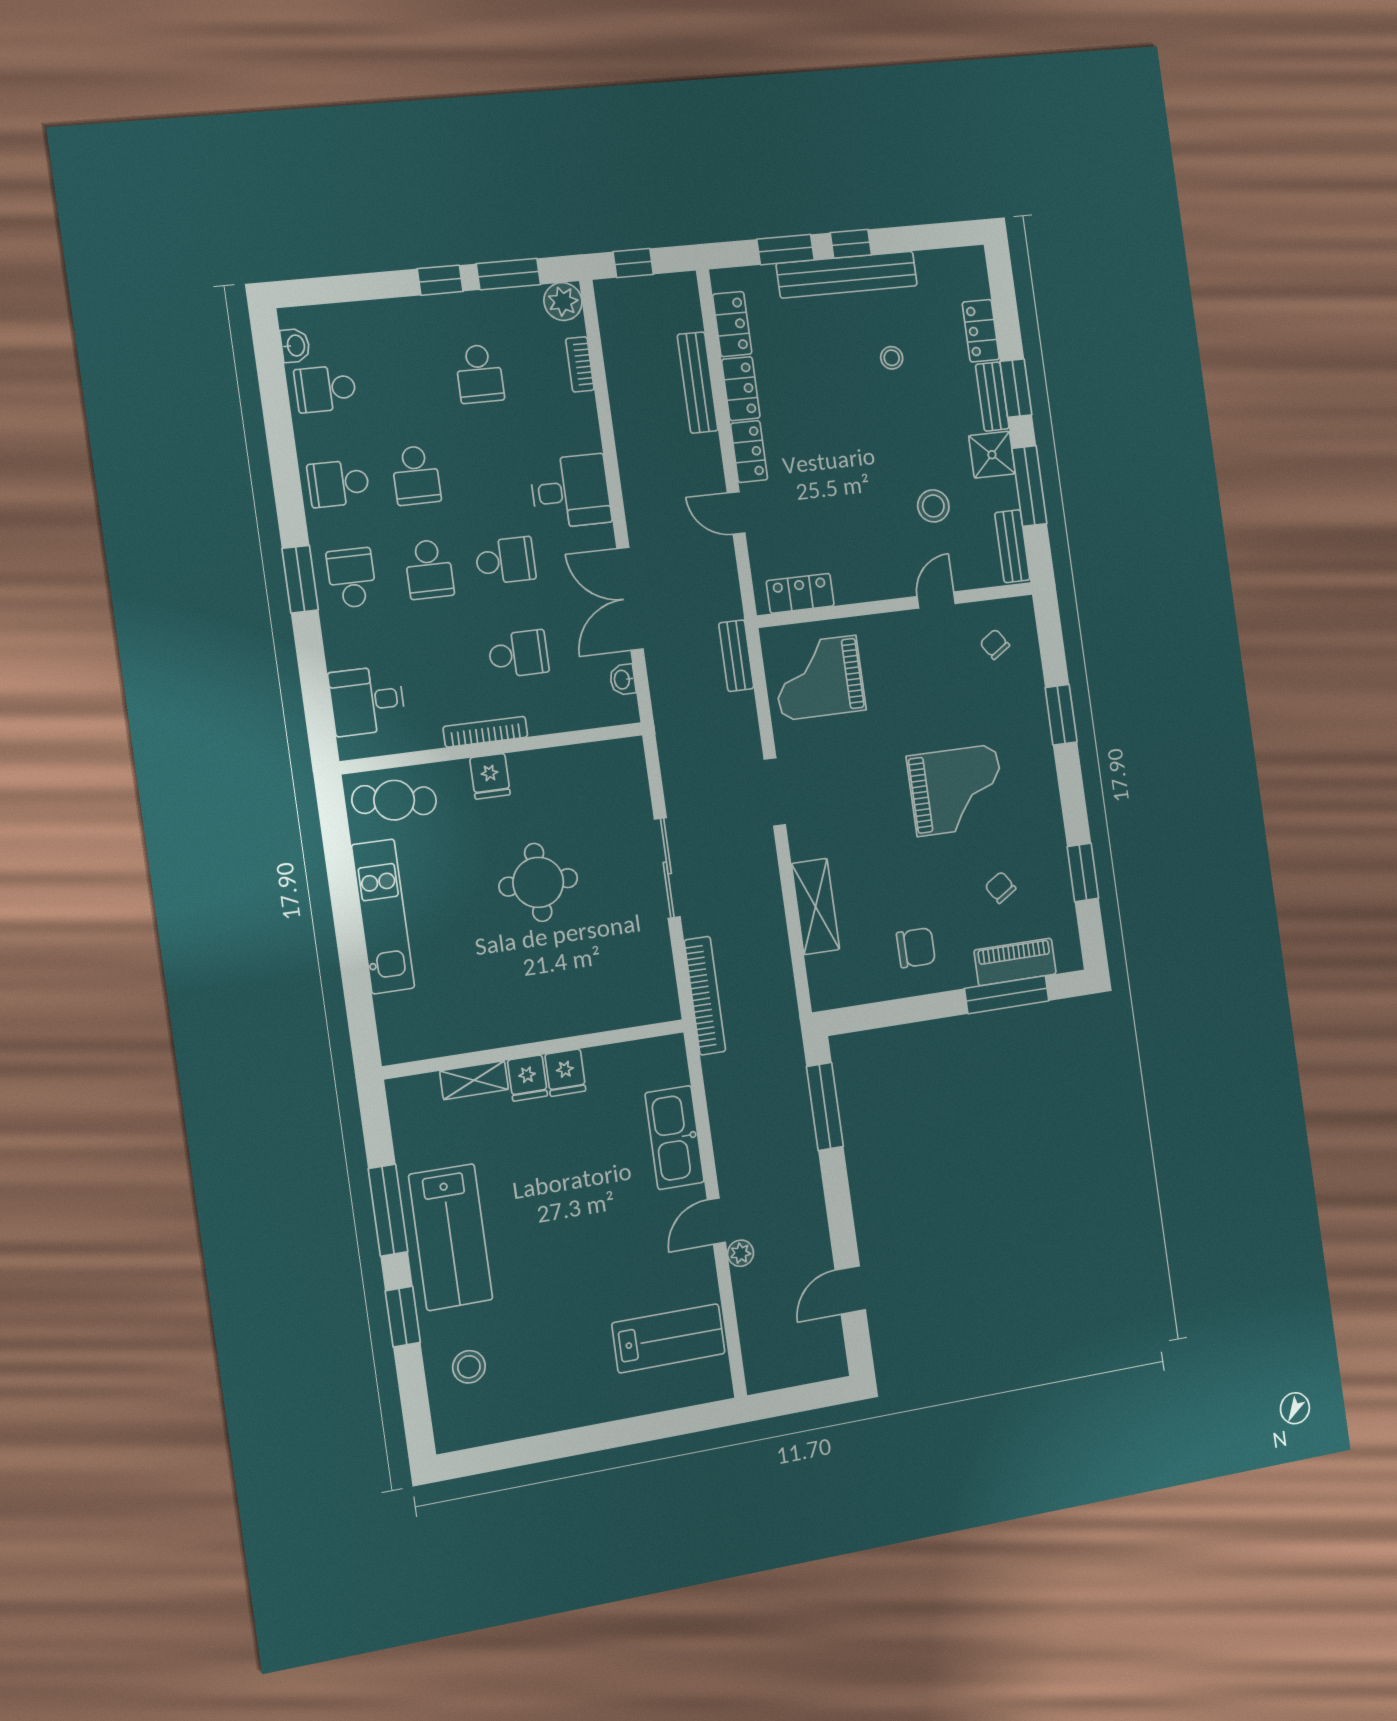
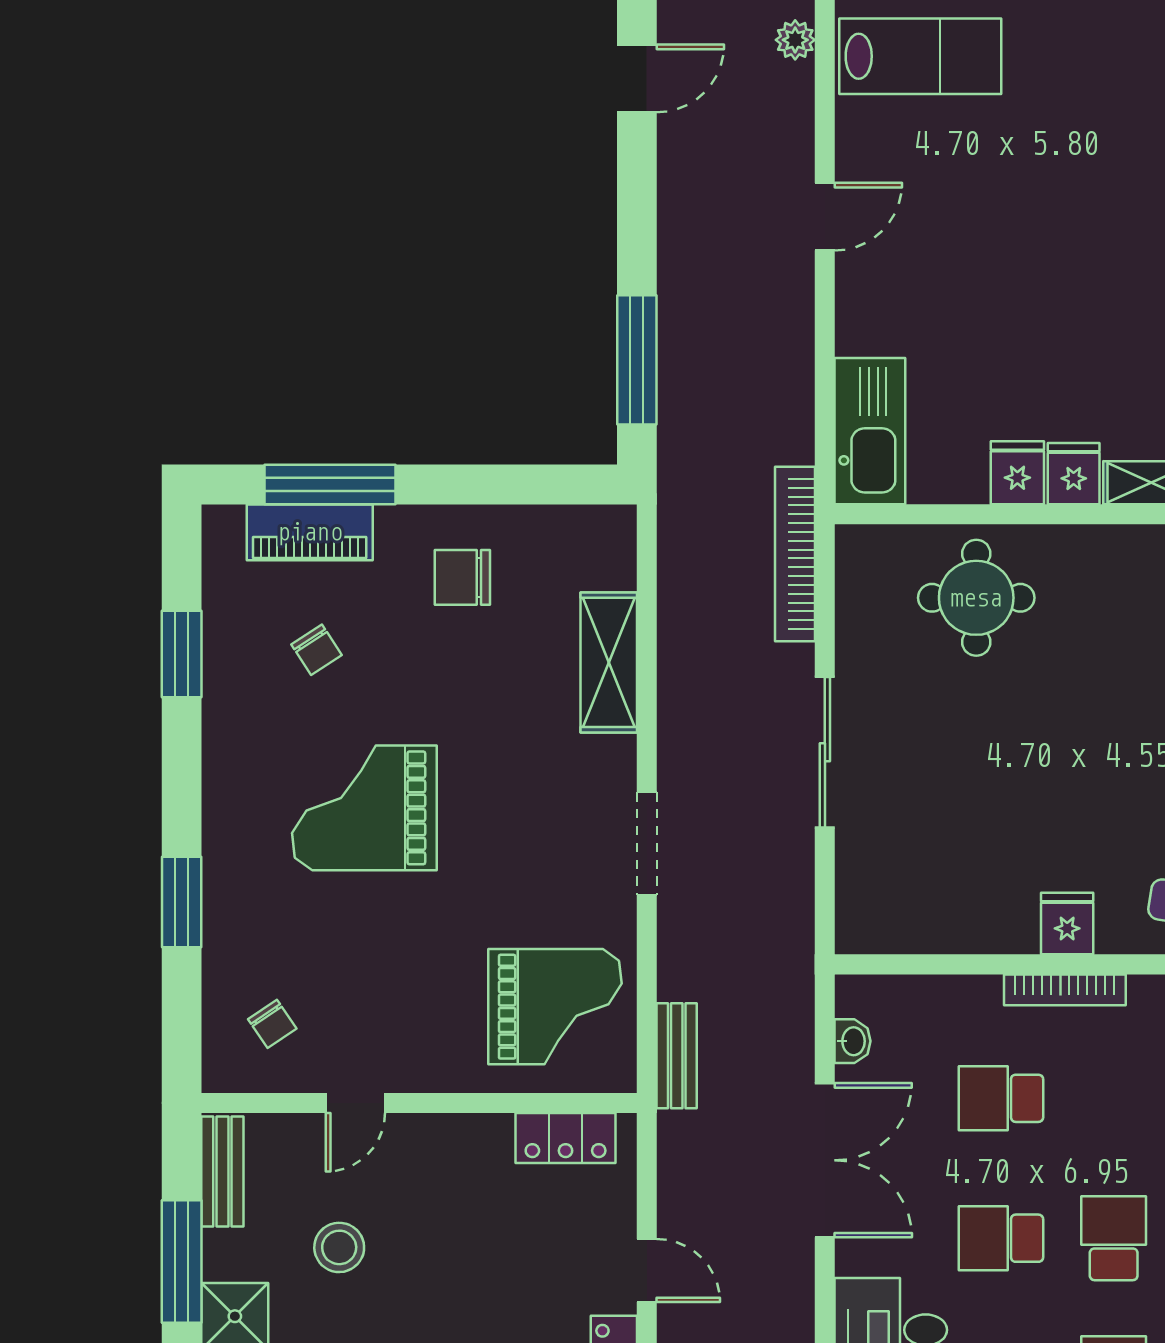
round table: (538, 882) -> (976, 598), moved
kitchen sink: (675, 1138) -> (870, 431), moved
plant: (741, 1253) -> (795, 40), moved
lab bench: (668, 1338) -> (920, 56), turned 180

